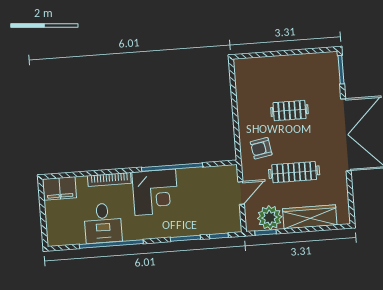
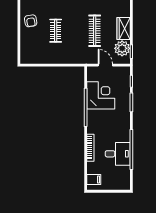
armchair: (261, 148) -> (31, 21), moved
filing cabinet: (60, 188) -> (94, 179), width x0.50
corner desk: (155, 192) -> (101, 95), moved
wardrobe: (310, 217) -> (124, 29), width x0.67

